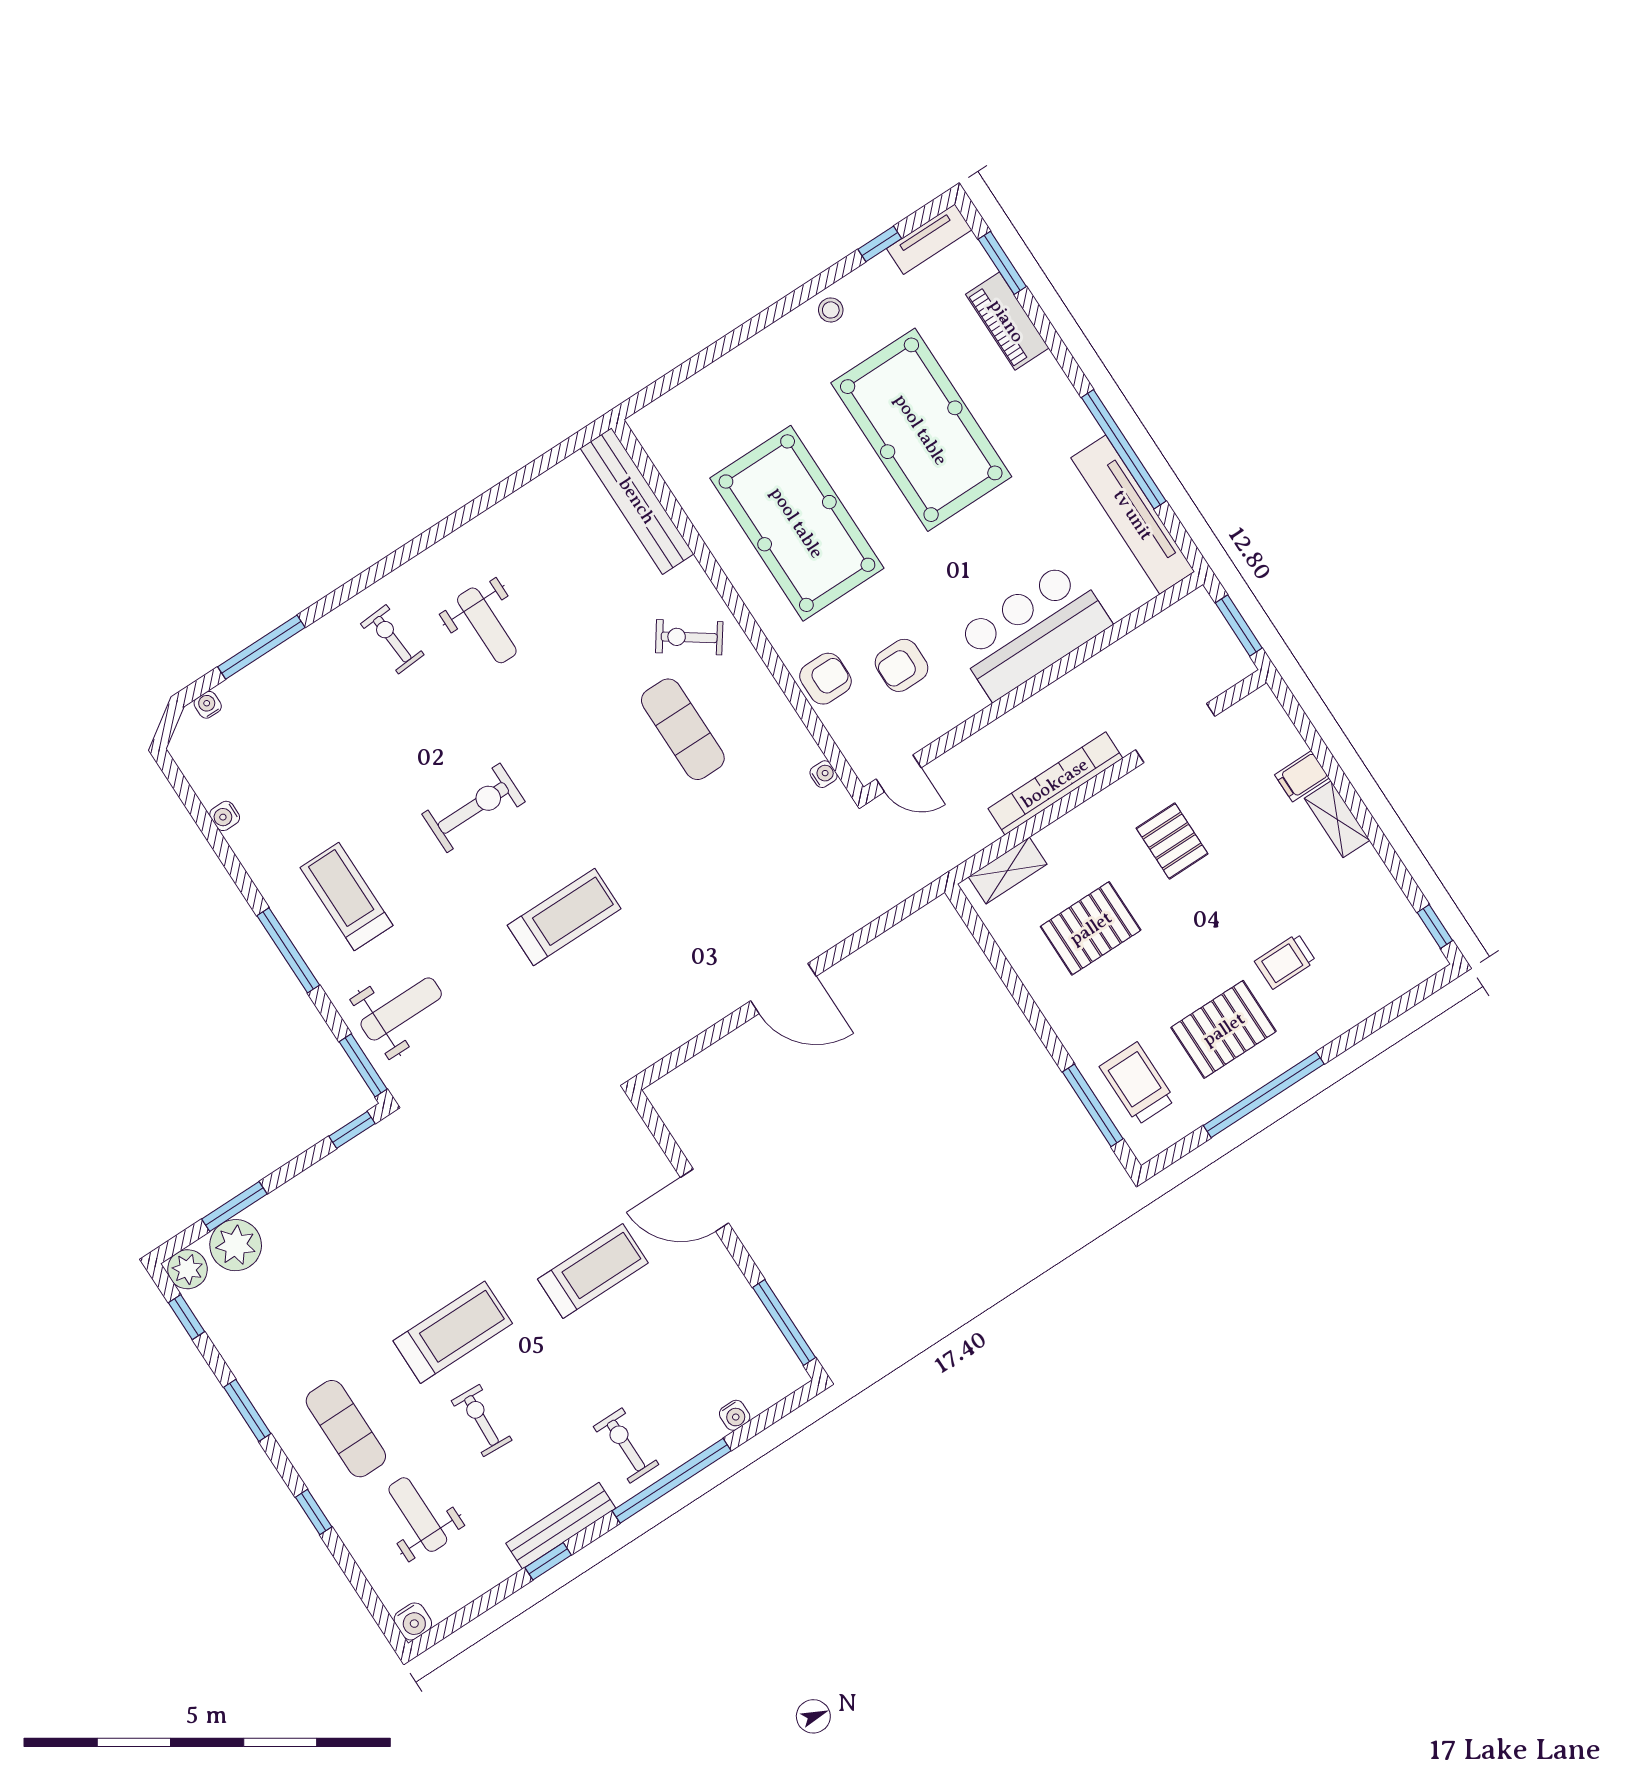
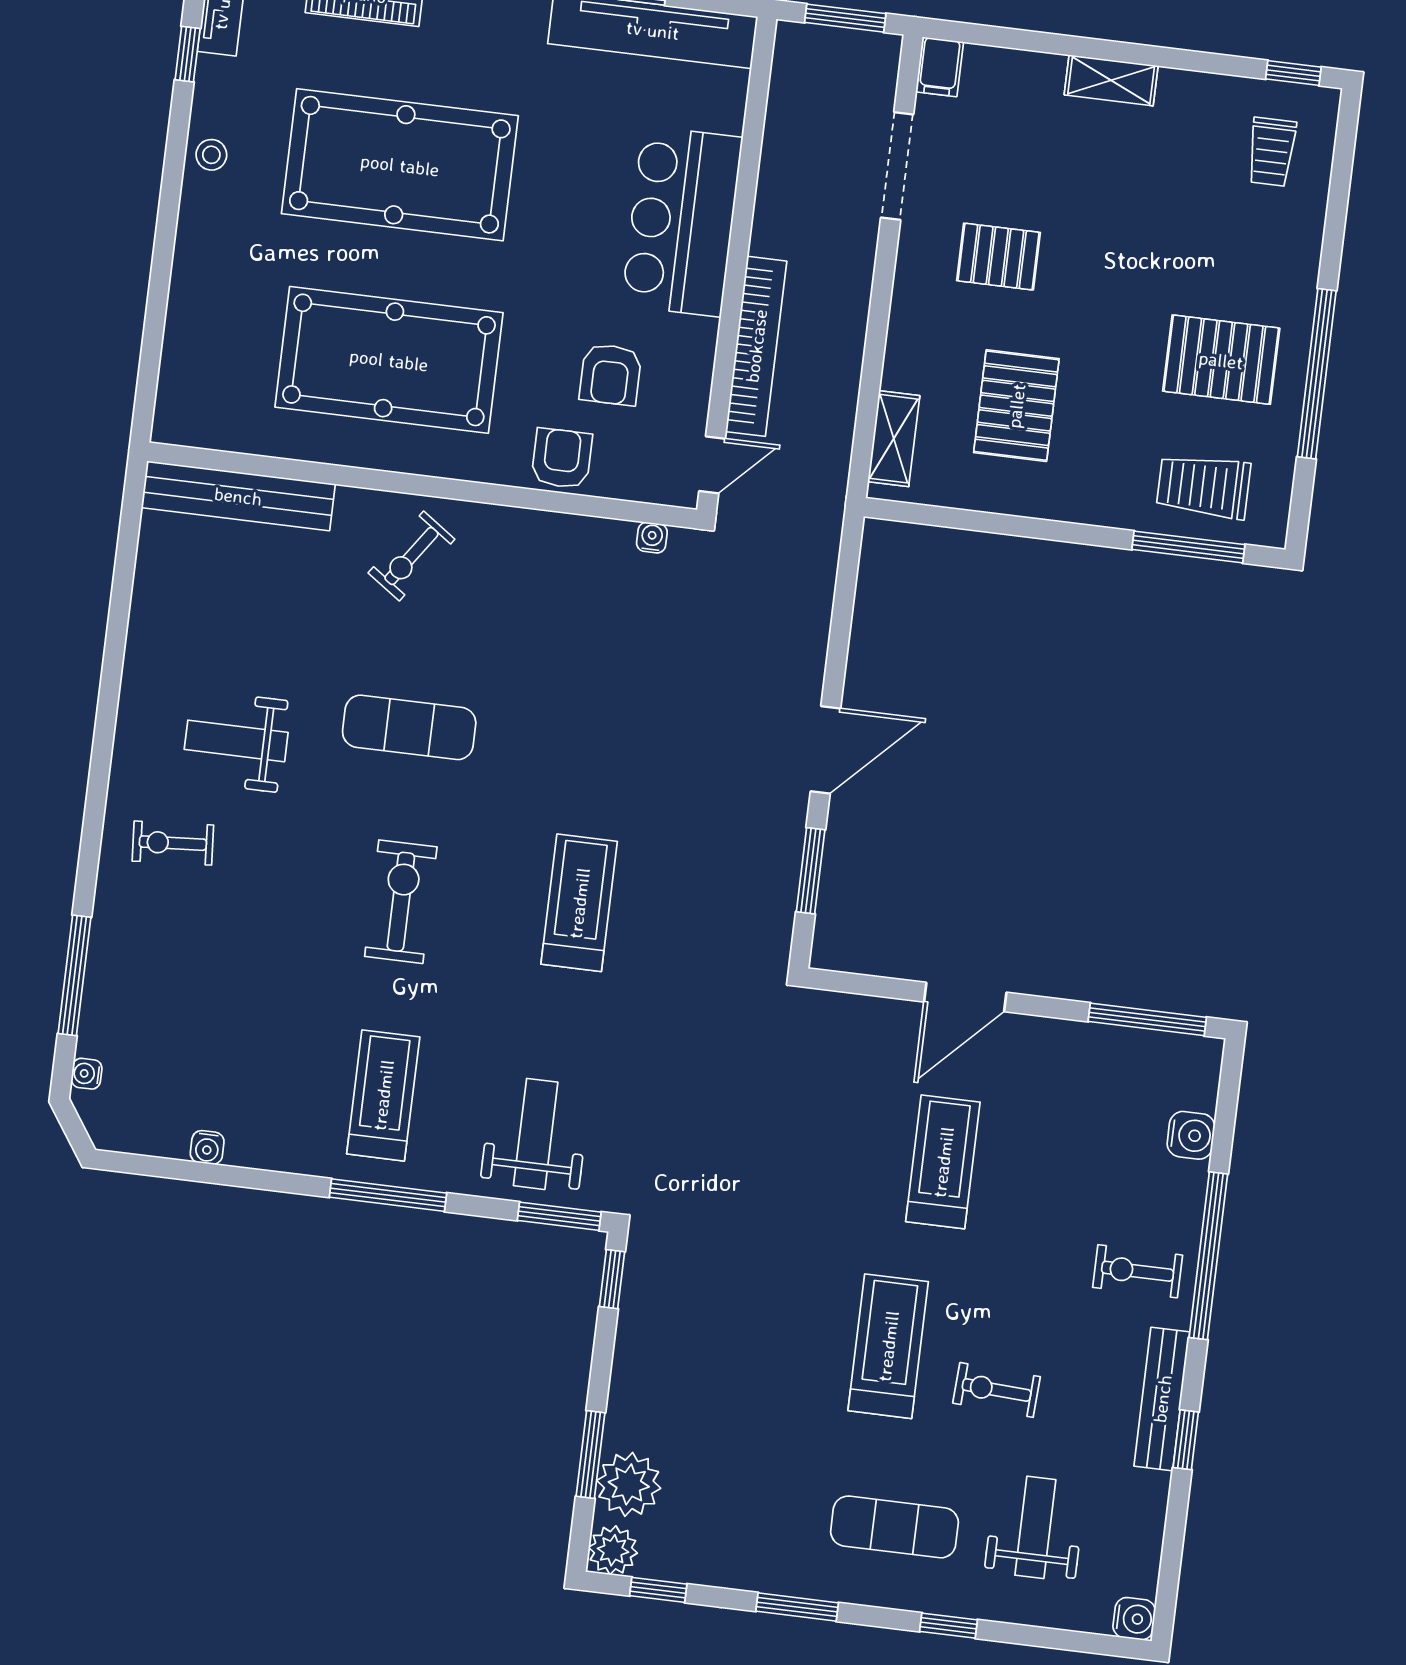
weight bench: (487, 625) -> (236, 741), turned 180
exercise mat: (683, 729) -> (409, 727), moved
filing cabinet: (1302, 776) -> (940, 67), moved
bookcase: (1055, 783) -> (756, 346), moved, turned 180
treadmill: (347, 896) -> (383, 1095), turned 90
trolley: (1285, 961) -> (1272, 152), moved
pallet: (1224, 1029) -> (1221, 360), turned 90
window: (702, 1041) -> (811, 871), added
water cooler: (735, 1415) -> (1191, 1135), width x1.38, depth x1.38
weight bench: (418, 1515) -> (1035, 1527), turned 90

